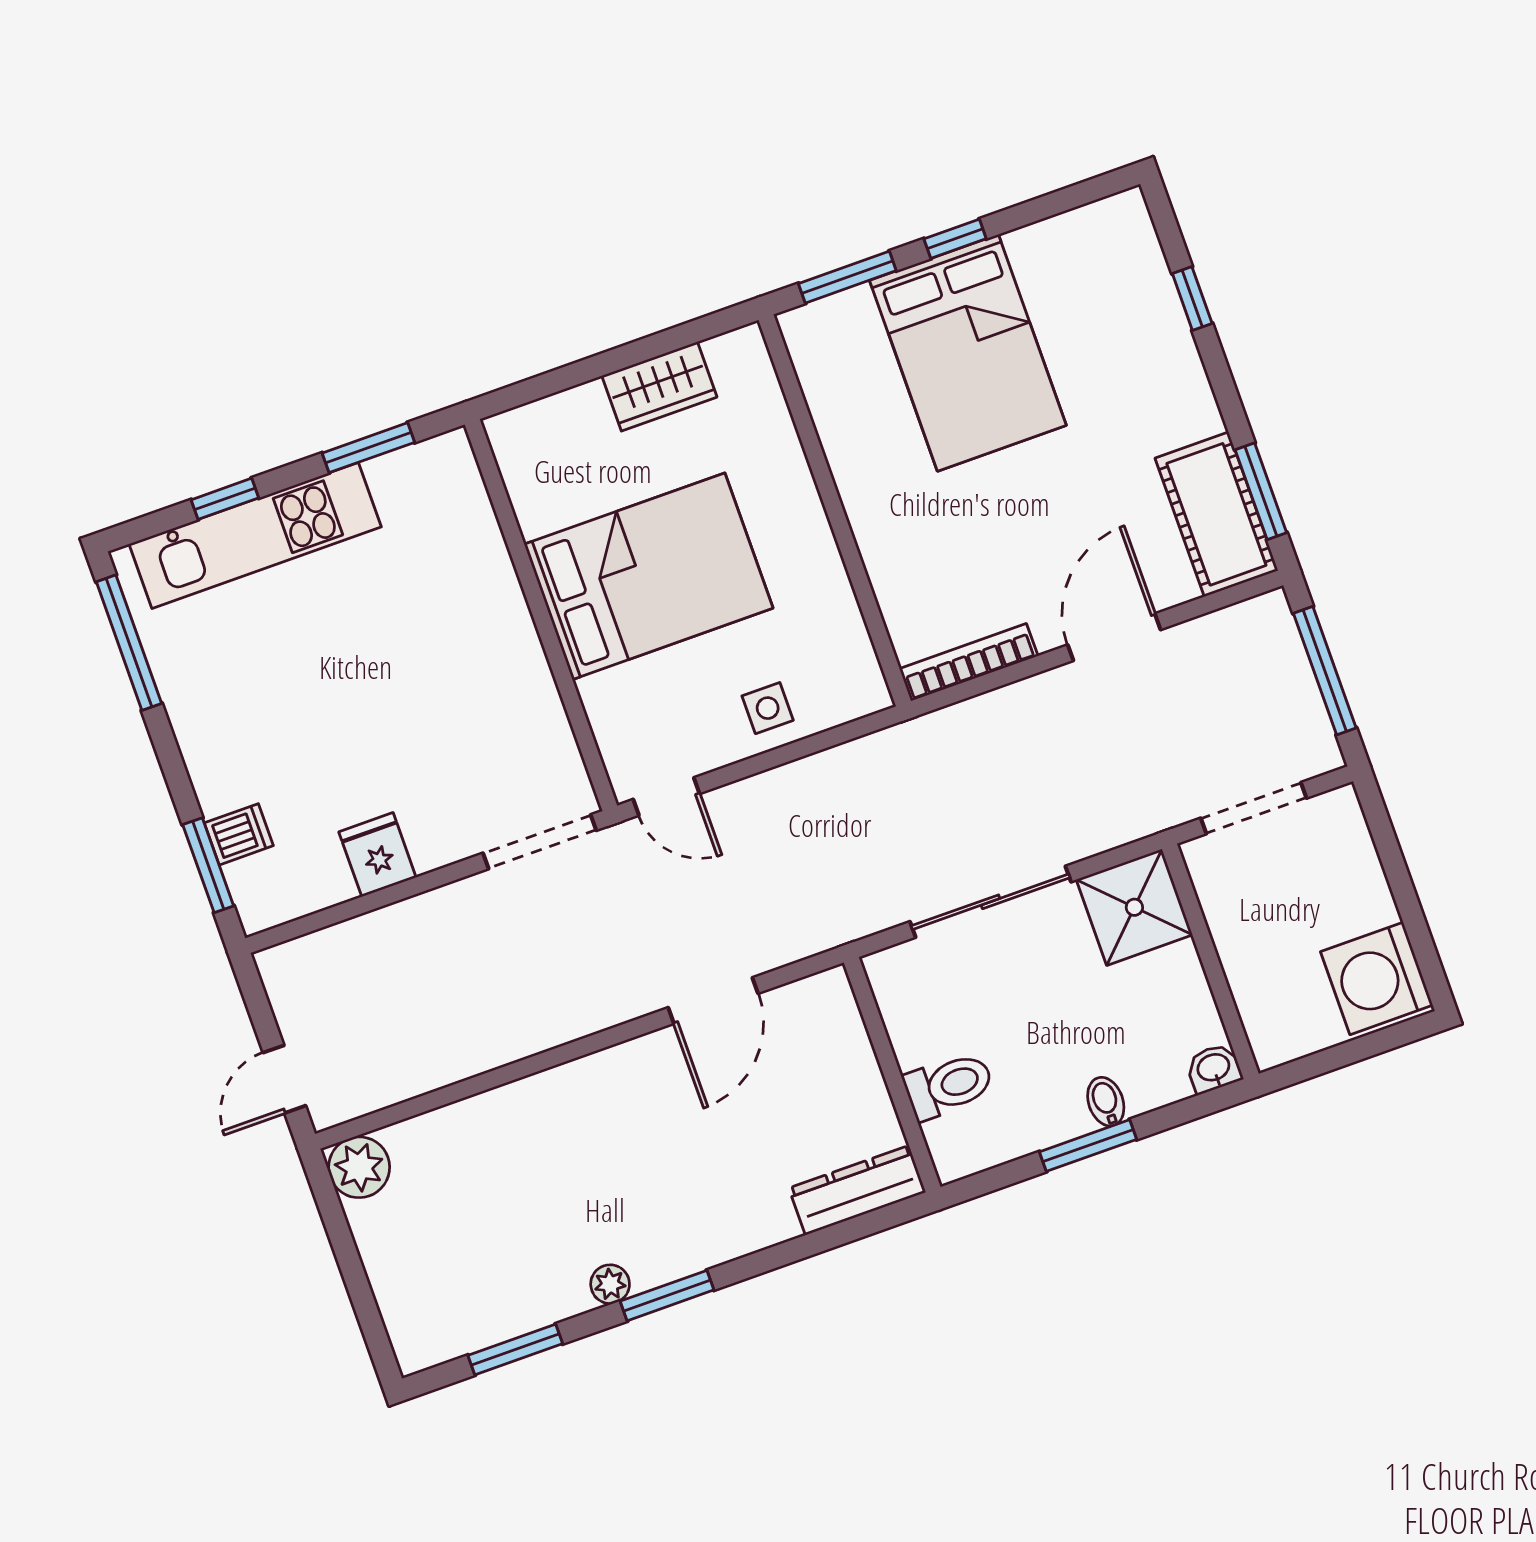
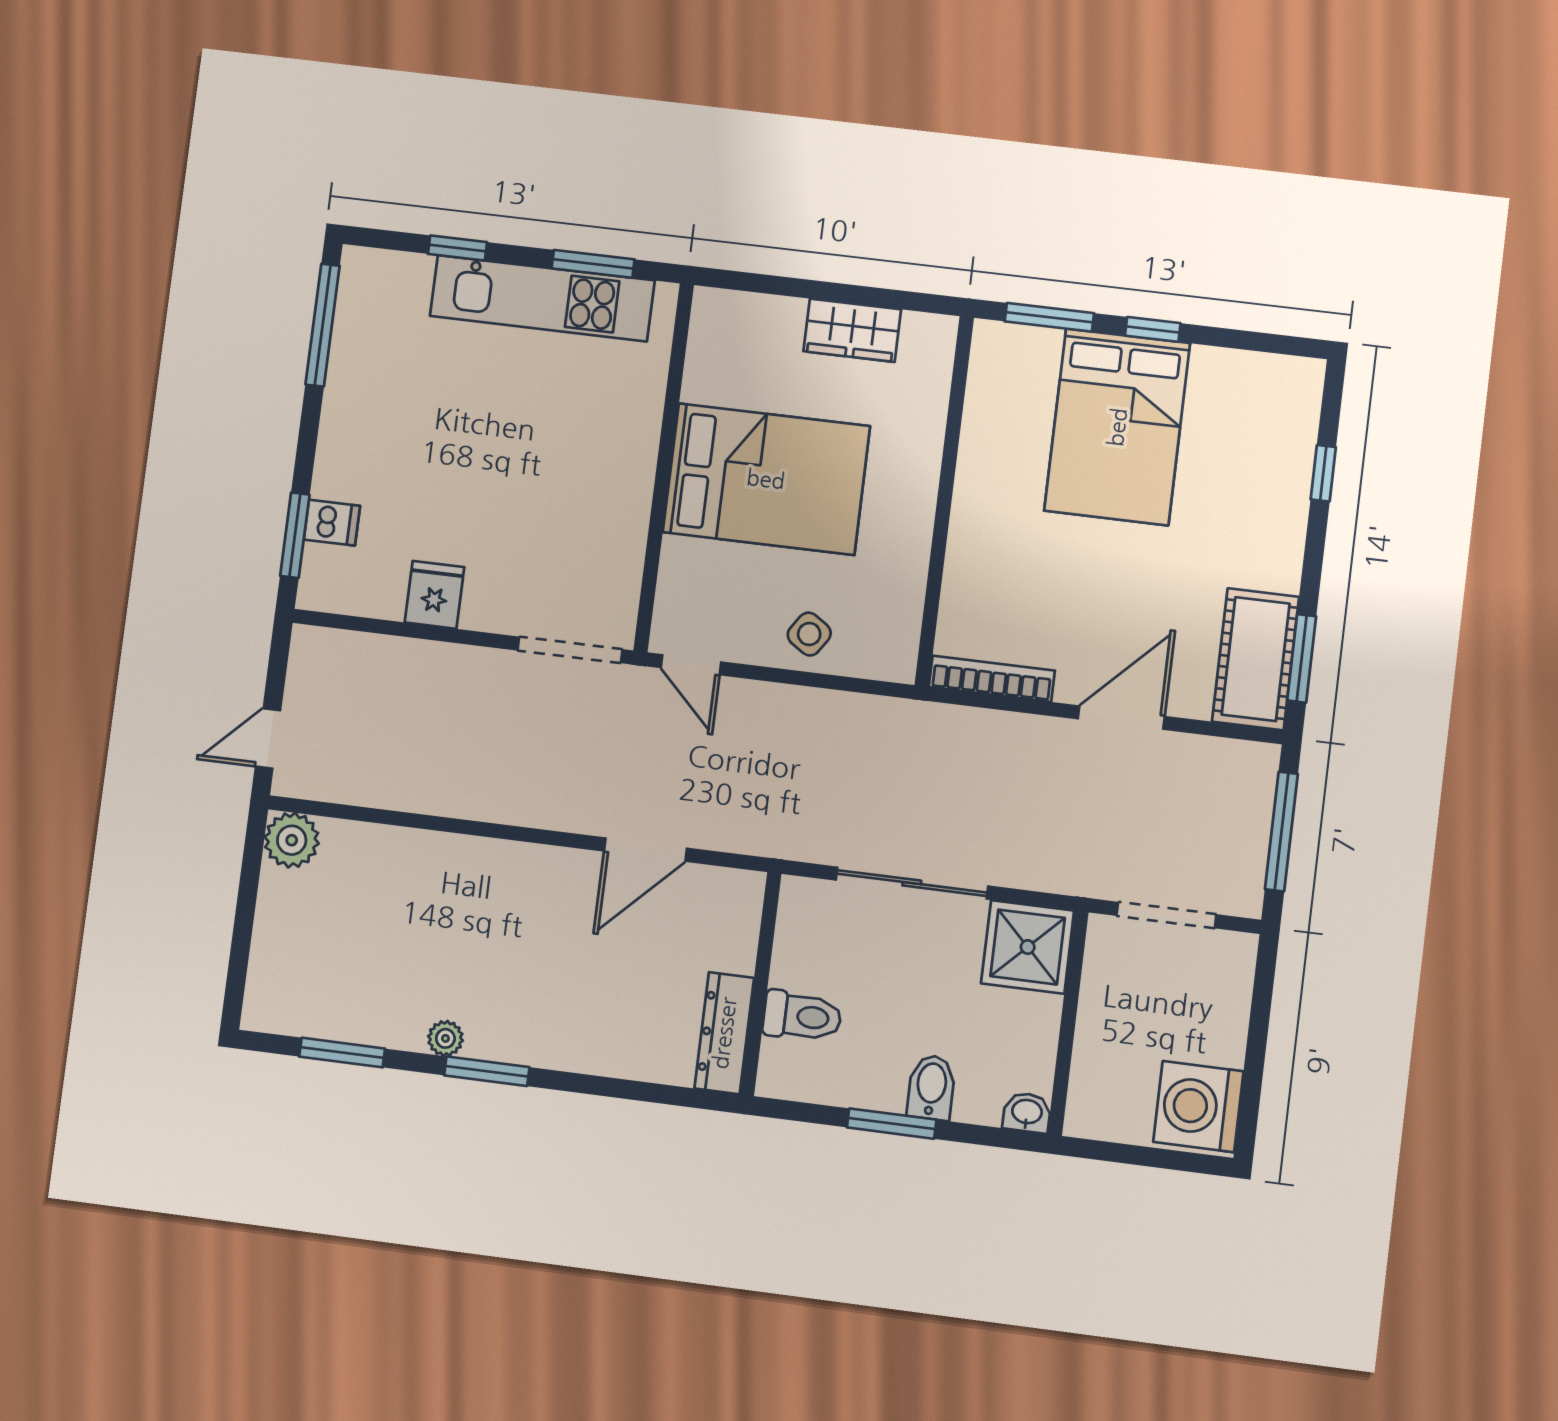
kitchen unit: (255, 535) -> (542, 298), moved
side table: (768, 708) -> (809, 634), turned 34
bidet: (1106, 1102) -> (931, 1087), width x1.38, depth x1.36
dresser: (857, 1190) -> (724, 1033), moved, turned -90

